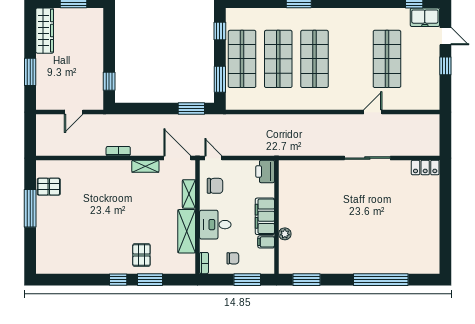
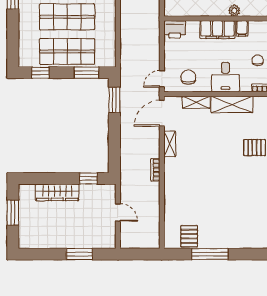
wardrobe: (45, 31) -> (57, 192), moved, turned 180

